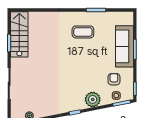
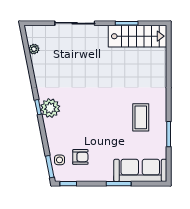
sofa: (124, 46) -> (140, 170), moved
plant: (93, 99) -> (50, 108), moved

